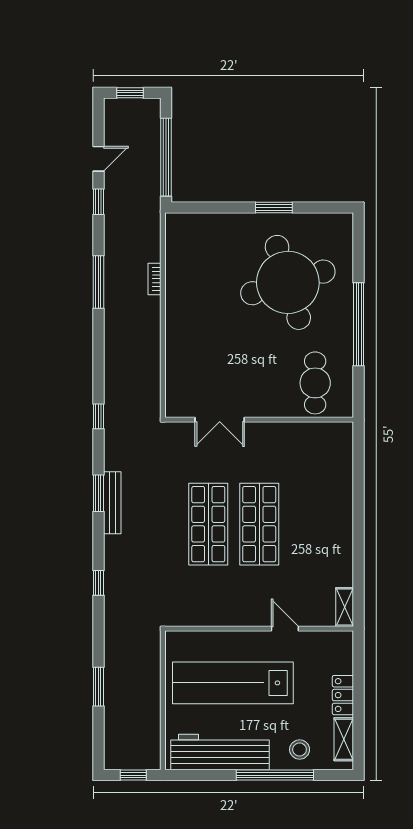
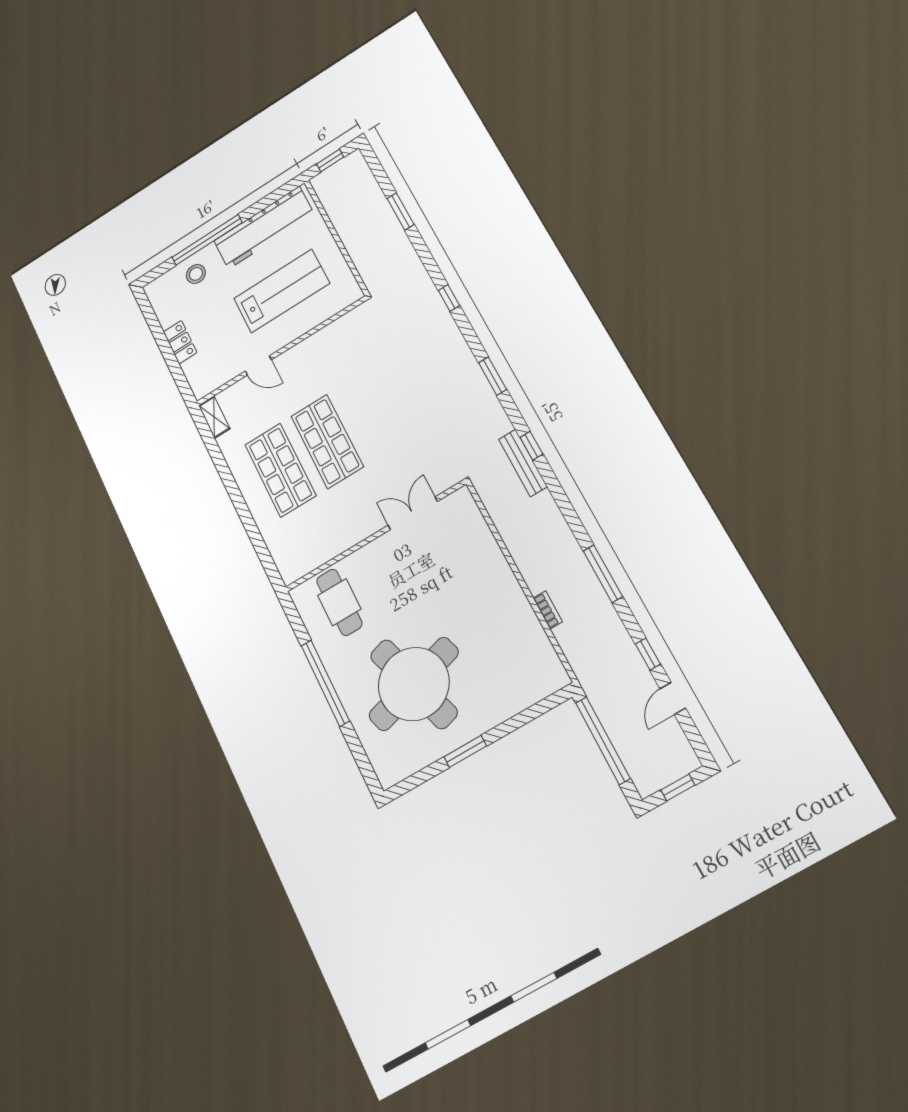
bench: (112, 503) -> (523, 463), moved
shop shelf: (208, 524) -> (280, 470), moved
lab bench: (233, 683) -> (282, 291), width x0.73
shelving: (344, 739) -> (162, 307), removed

